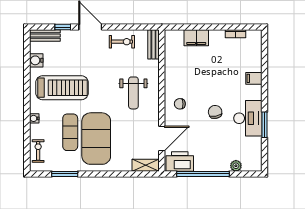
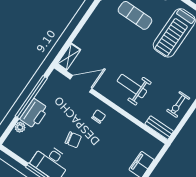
door: (162, 138) -> (81, 84), swing flipped
exercise mat: (96, 139) -> (116, 32), removed
printer: (180, 161) -> (34, 114), moved

